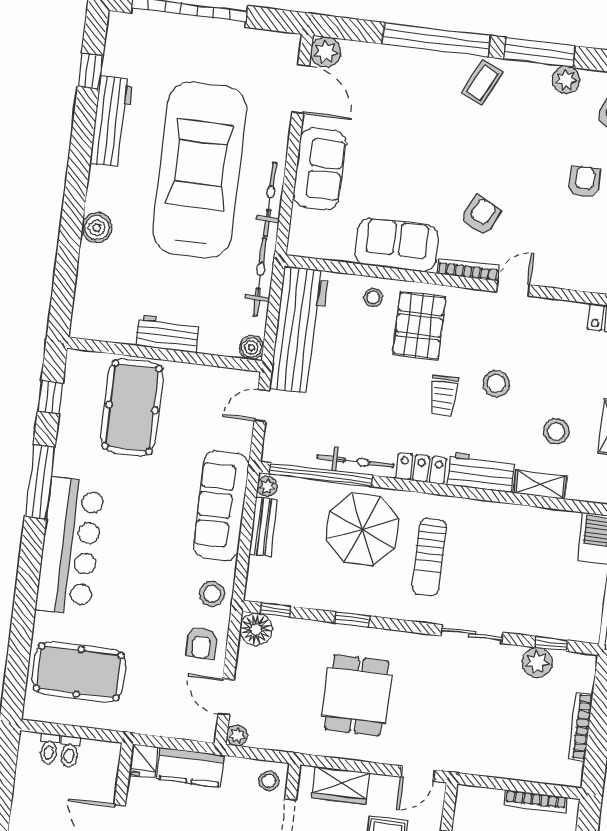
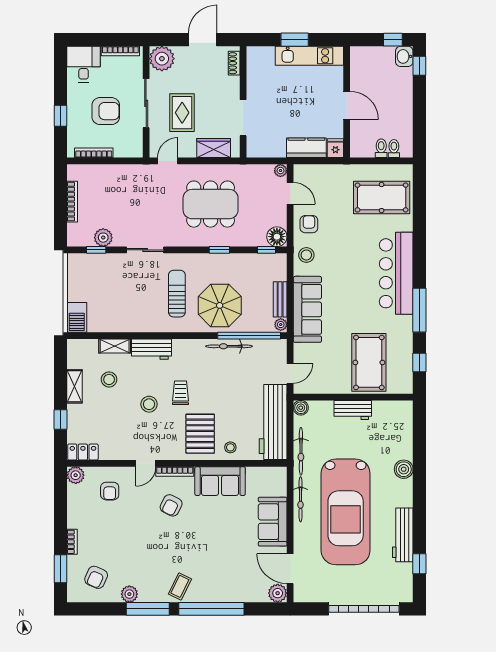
armchair: (584, 182) -> (110, 491), moved
locker: (421, 469) -> (188, 347), removed
dining table: (357, 695) -> (211, 204), width x1.38
stool: (269, 781) -> (258, 145), removed

